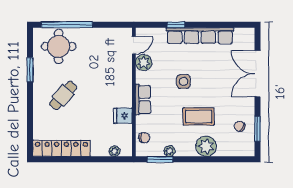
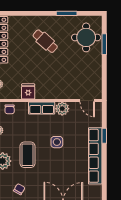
window: (67, 25) -> (104, 44), width x0.47
plant: (144, 63) -> (62, 109), moved

